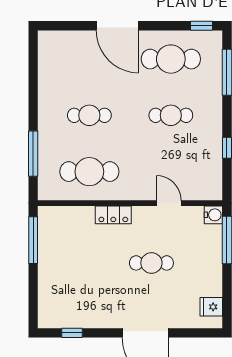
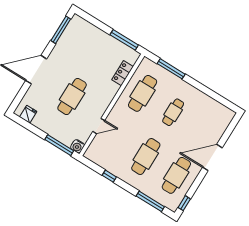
cafe table: (171, 115) -> (146, 157), width x1.37, depth x1.35
locker: (113, 215) -> (123, 73), moved
cafe table: (151, 263) -> (72, 96), width x1.37, depth x1.35
window: (72, 333) -> (61, 30), width x2.17

